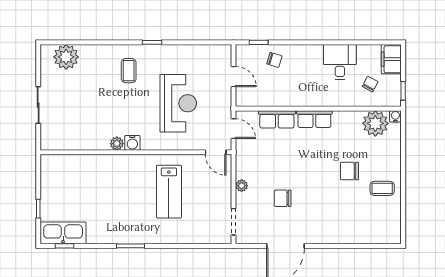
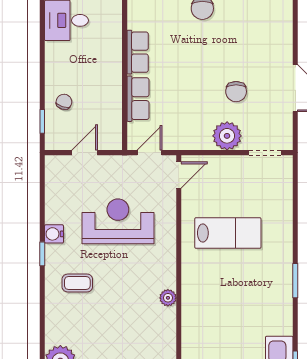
water cooler: (132, 143) -> (54, 234), moved, turned 180
plant: (242, 186) -> (227, 136), width x1.87, depth x1.87

